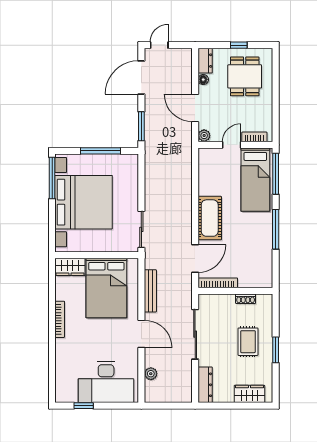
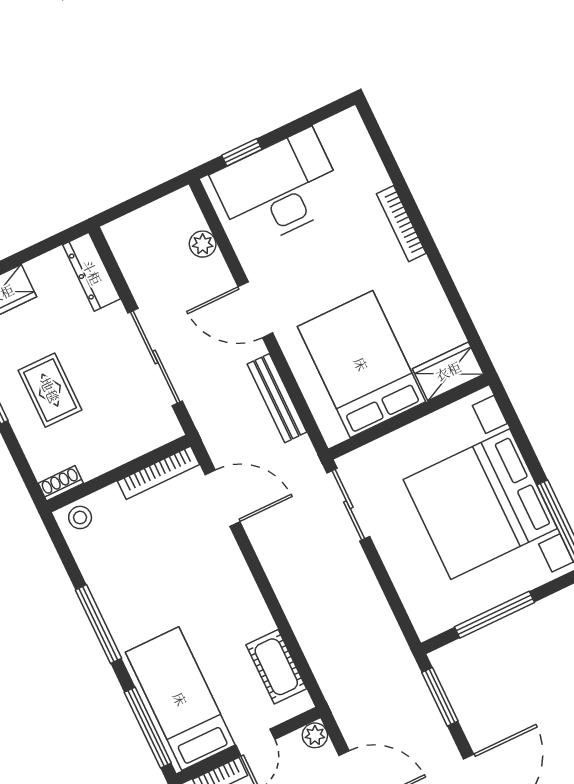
cot: (210, 218) -> (276, 667), moved, width x0.73, depth x0.75
door: (195, 259) -> (222, 498), swing flipped
stool: (261, 280) -> (80, 517), added
shoe rack: (246, 299) -> (61, 483), moved
bookcase: (60, 319) -> (401, 224), moved
window: (84, 406) -> (242, 152), moved

